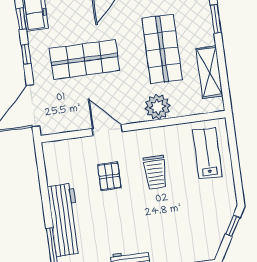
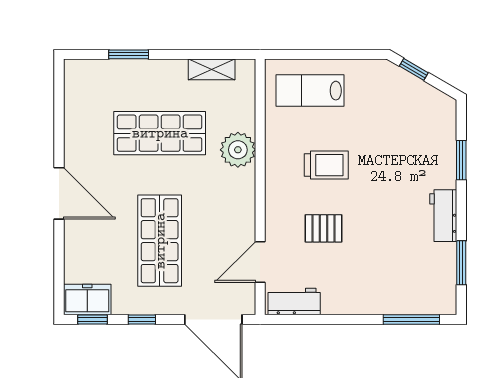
shelving: (209, 72) -> (212, 69), width x0.67, depth x0.75
door: (107, 130) -> (260, 262), moved
workbench: (65, 220) -> (294, 301), moved, width x0.53, depth x0.76

